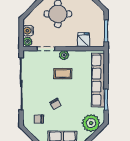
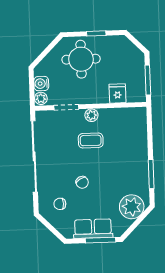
row of seats: (98, 80) -> (139, 148), removed

